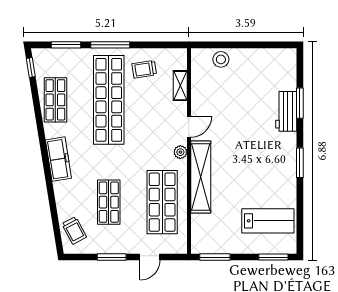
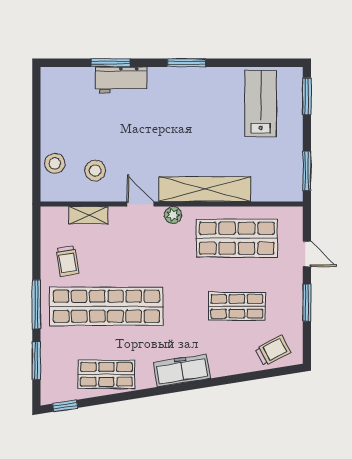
stool: (215, 91) -> (95, 171), added

